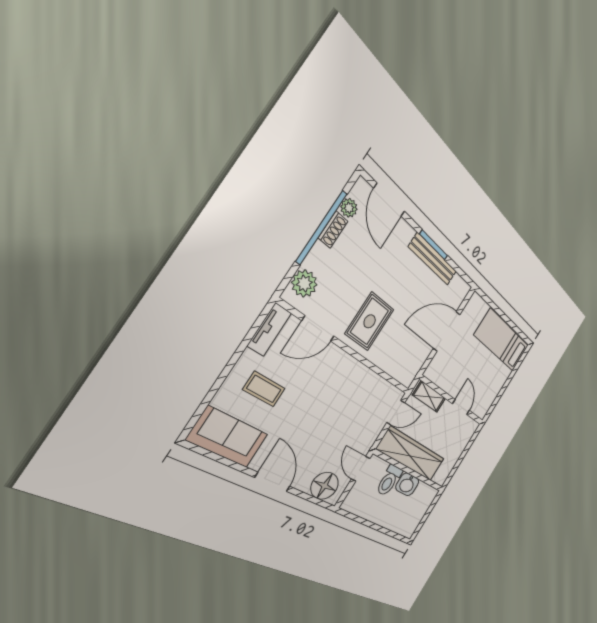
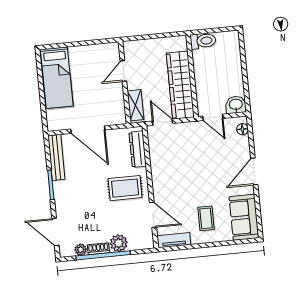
door: (389, 200) -> (55, 232), swing flipped
bench: (433, 259) -> (56, 157), moved
plant: (304, 283) -> (119, 243), moved
dresser: (393, 367) -> (138, 149), added
door: (361, 469) -> (213, 117), hinge flipped
toilet: (389, 480) -> (203, 41), moved
washbasin: (407, 484) -> (236, 105), moved, turned -90
floor lamp: (325, 486) -> (242, 129), width x0.53, depth x0.53

